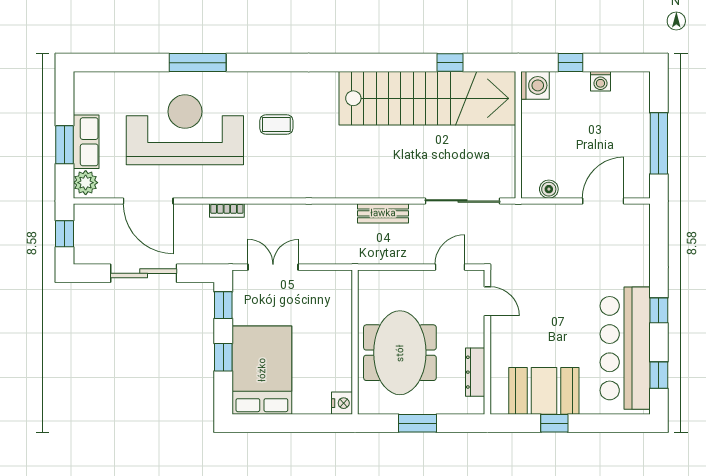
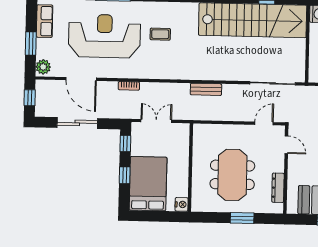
row of seats: (86, 142) -> (45, 21), moved
bench: (383, 213) -> (206, 89), moved
wall: (355, 342) -> (190, 167), moved
nightstand: (342, 403) -> (182, 204), moved

